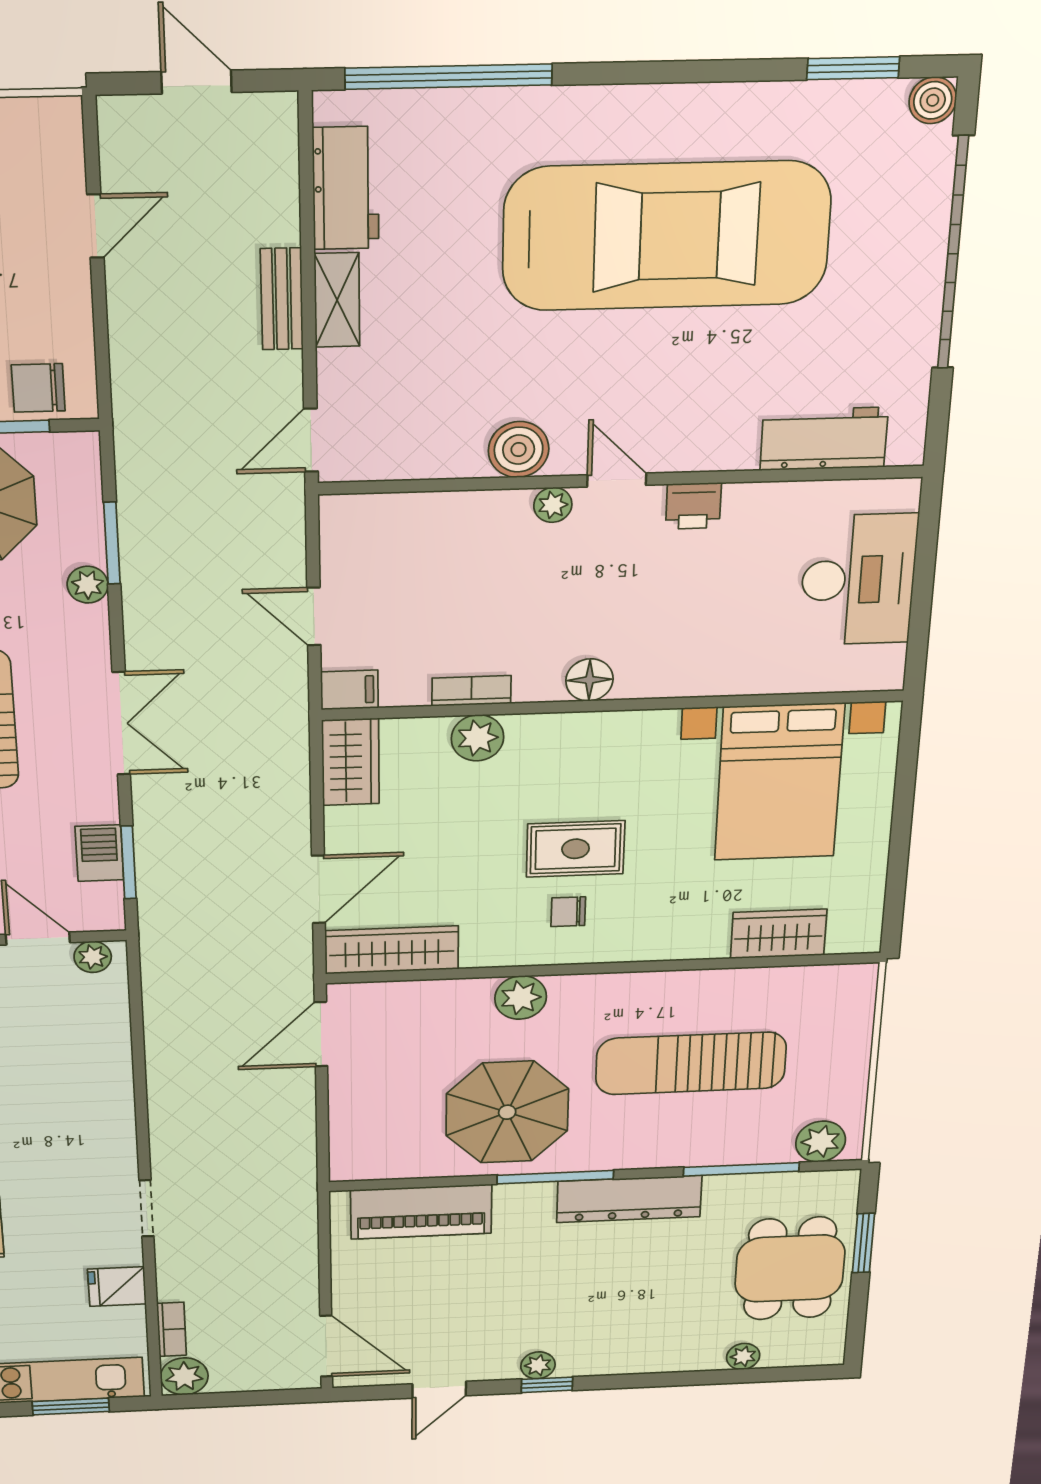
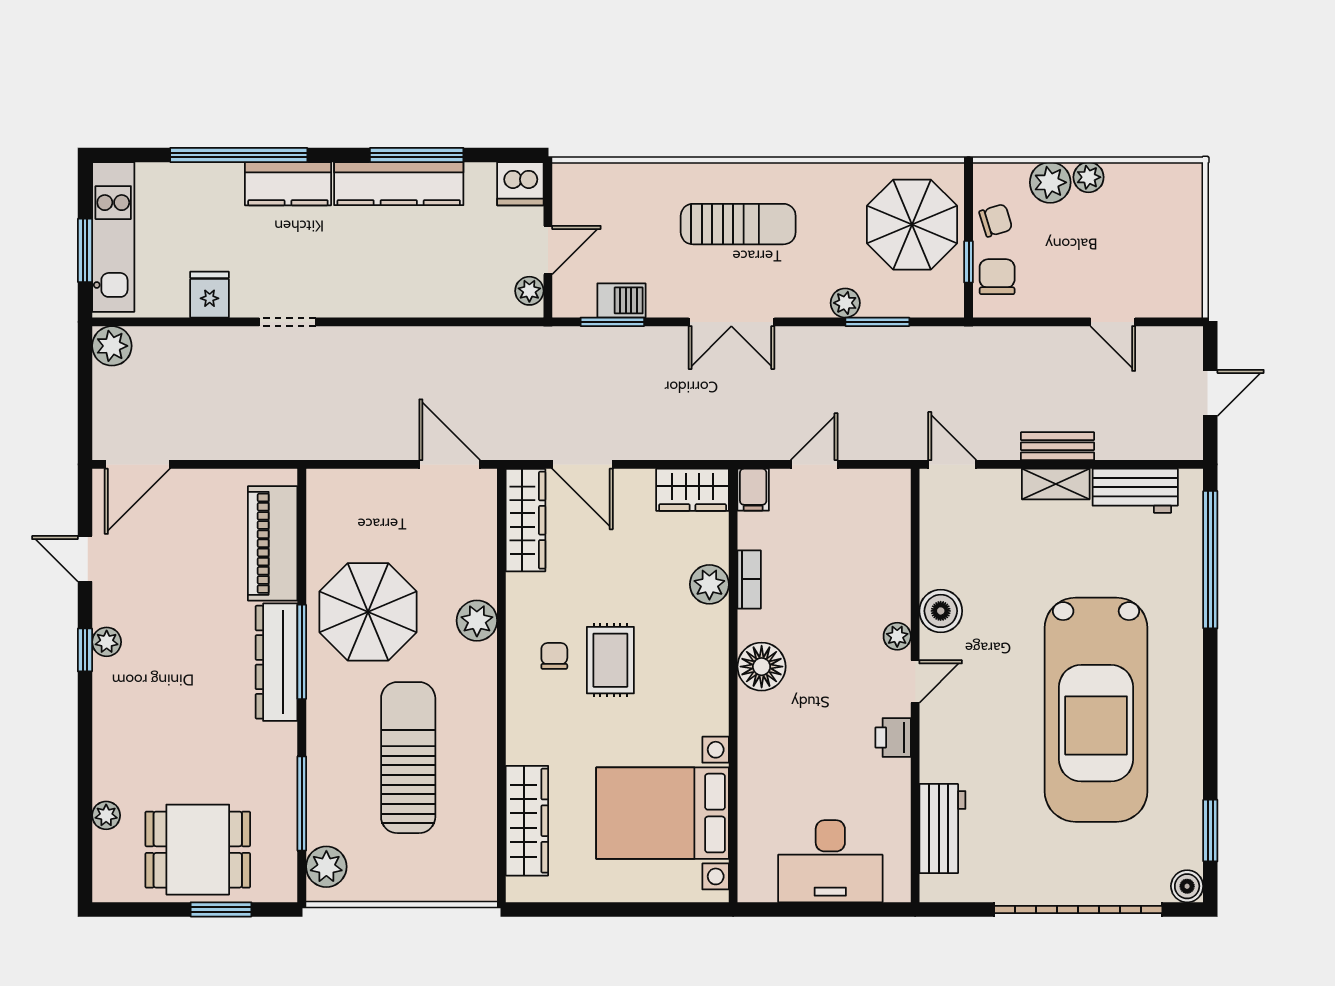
floor lamp: (589, 680) -> (762, 667), width x1.38, depth x1.38
wardrobe: (779, 934) -> (527, 821), width x1.50
dresser: (629, 1199) -> (277, 662), moved
bookcase: (172, 1329) -> (162, 337), removed

